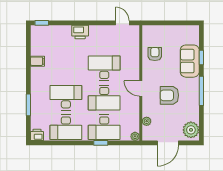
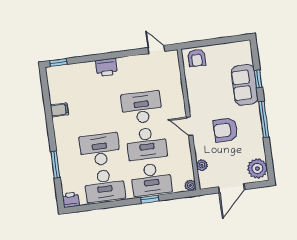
armchair: (155, 54) -> (197, 58), moved, turned 180

